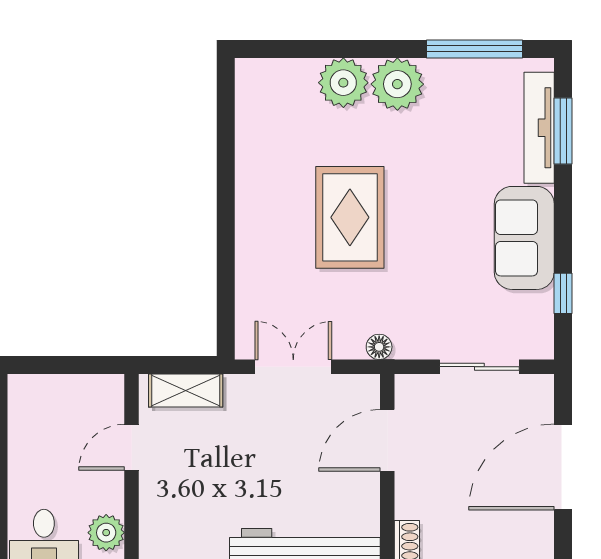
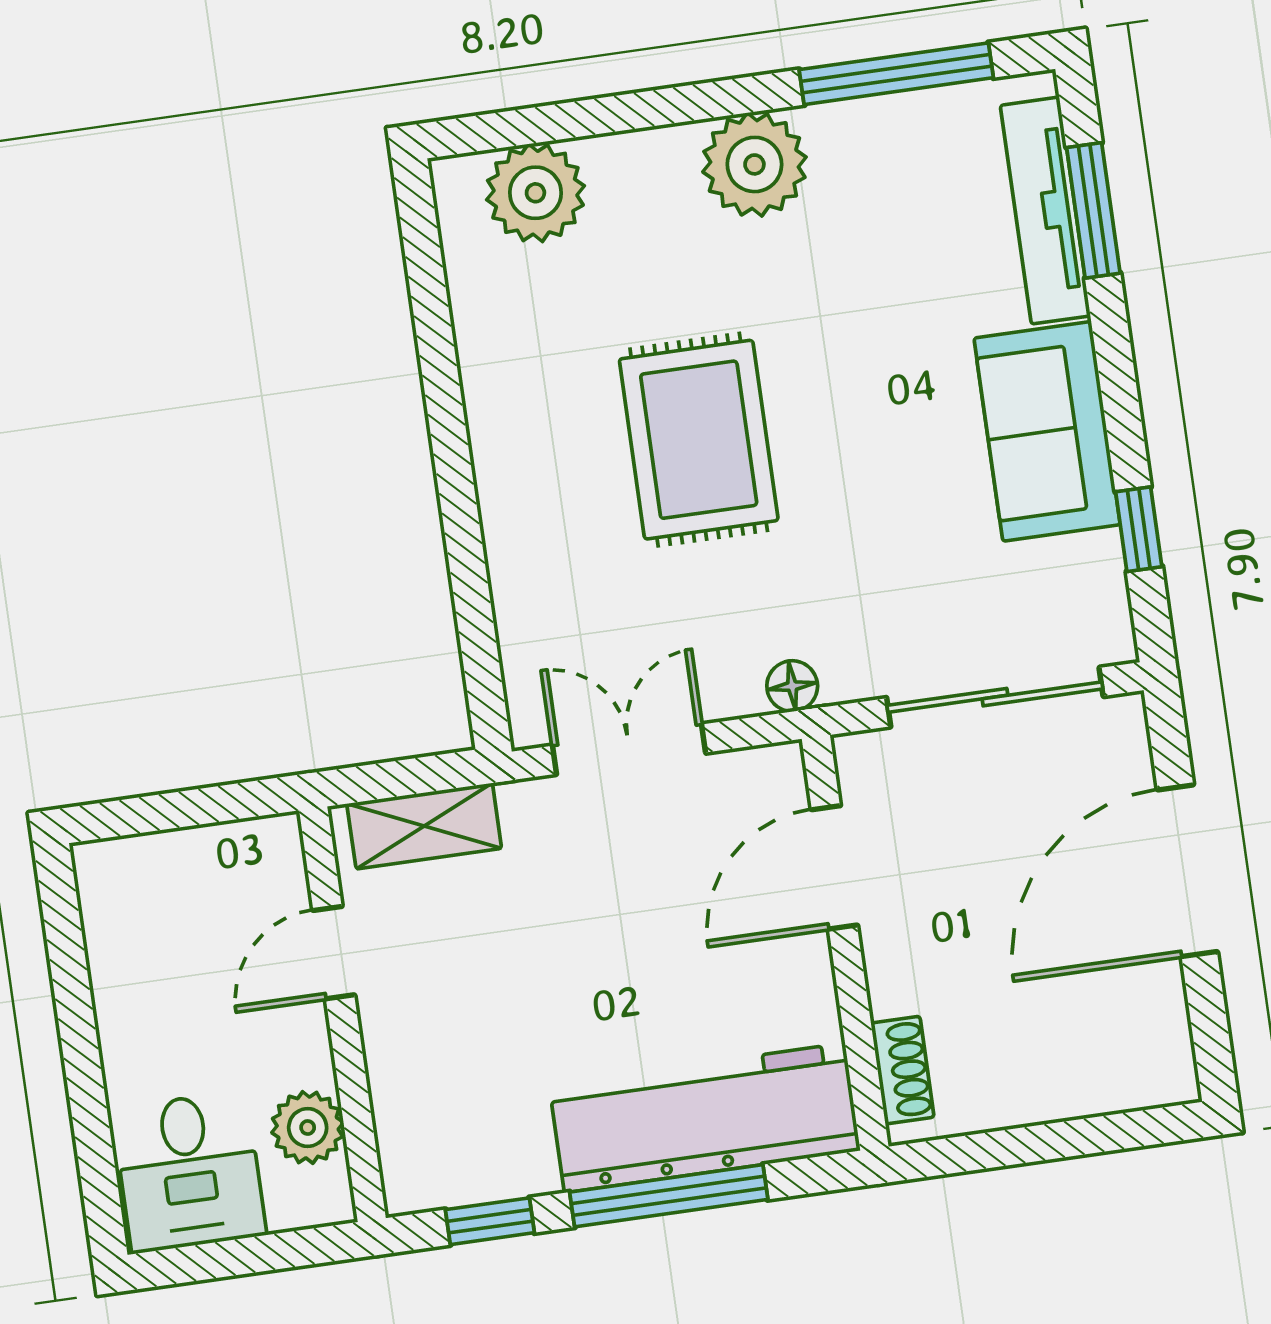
plant: (343, 83) -> (535, 193), moved
sliding door: (479, 367) -> (995, 697), width x1.37

